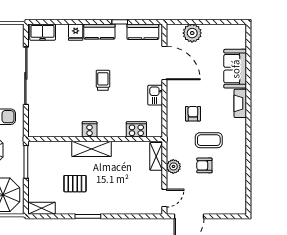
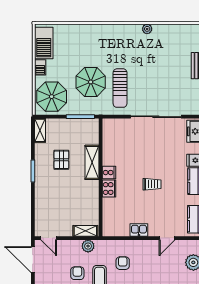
door: (164, 63) -> (167, 238), width x0.53
armchair: (193, 114) -> (123, 263), turned -90
cooker: (136, 129) -> (109, 188), moved
shelving: (92, 149) -> (92, 162), moved
plant: (173, 166) -> (88, 246), moved

